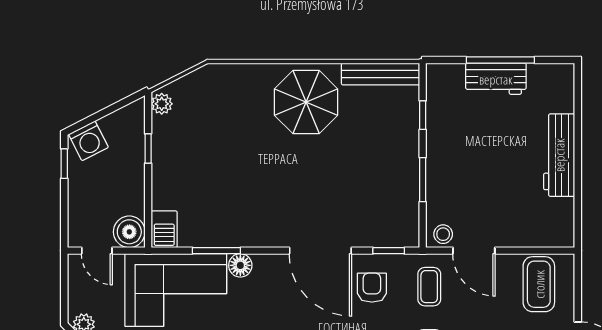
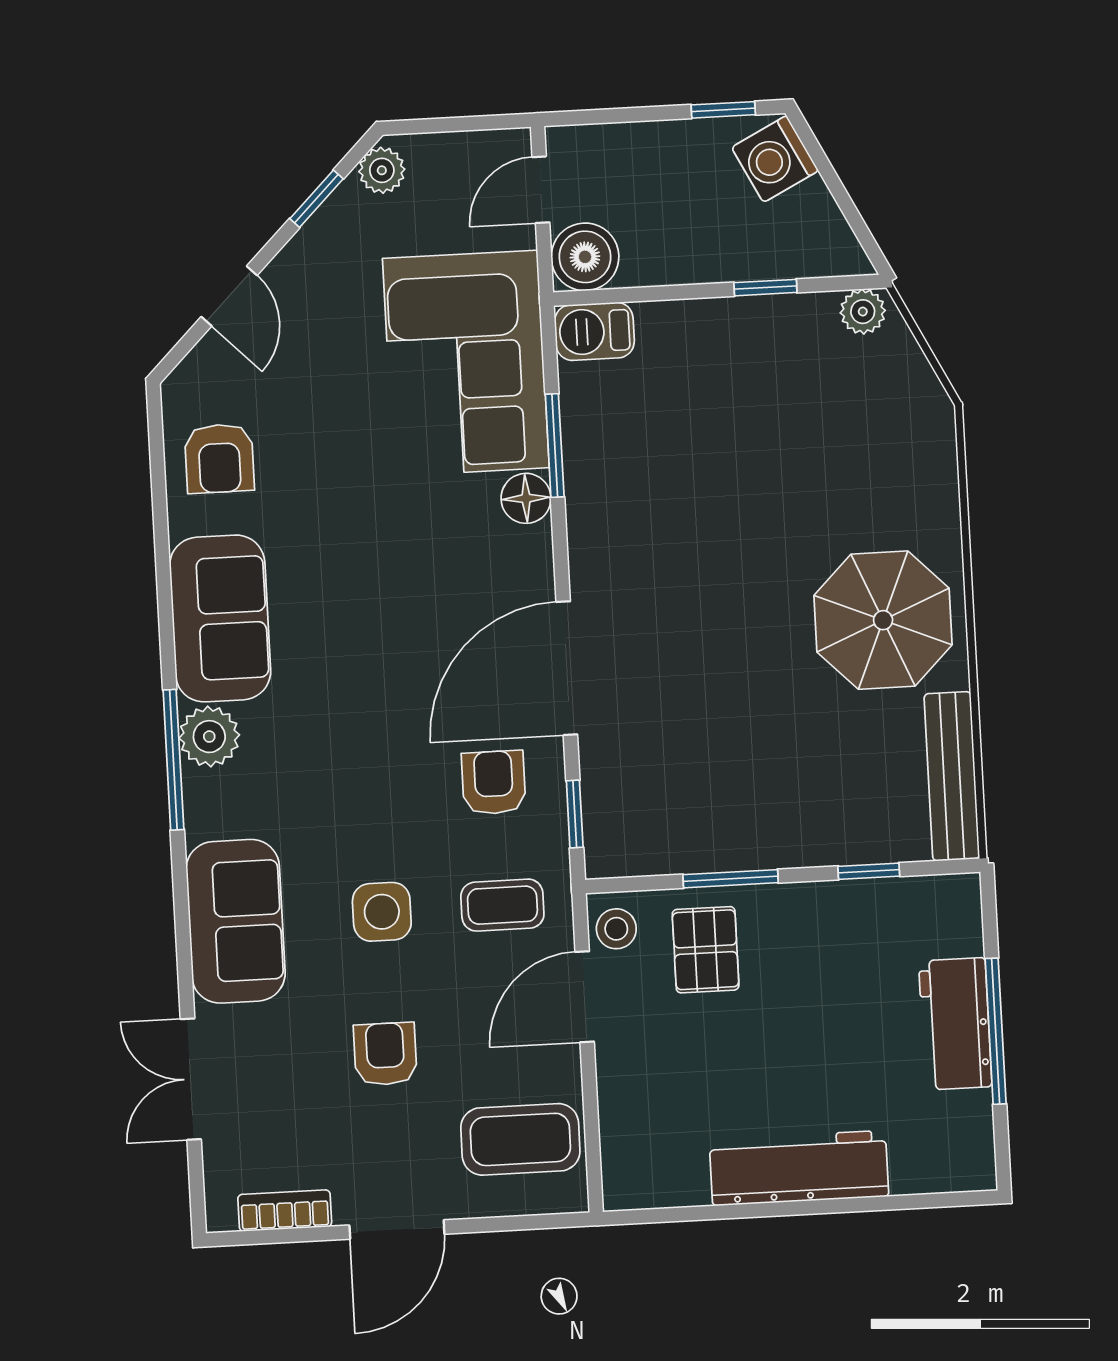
pallet: (455, 193) -> (706, 950), added
armchair: (372, 288) -> (494, 782), turned -90

